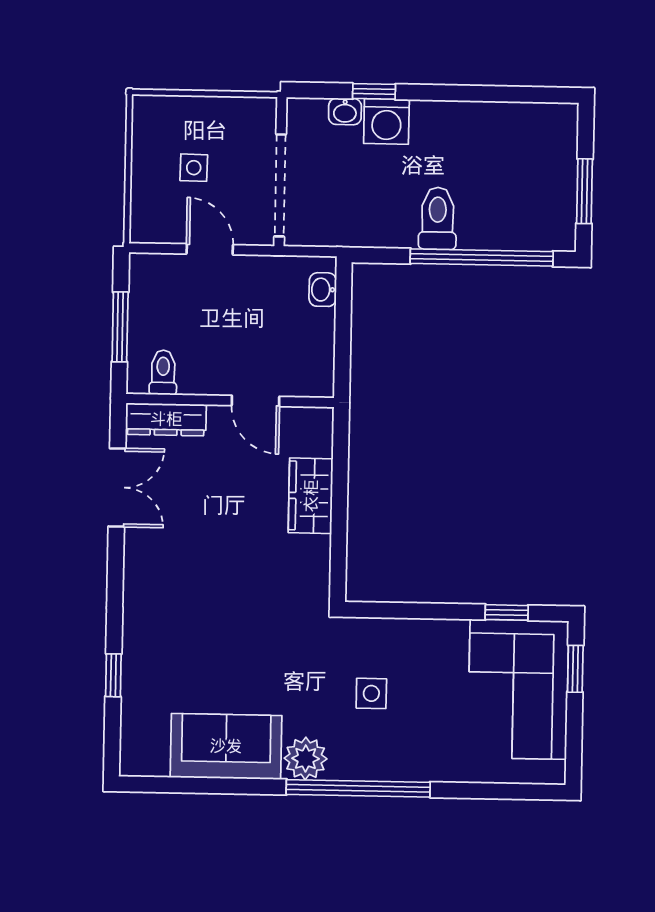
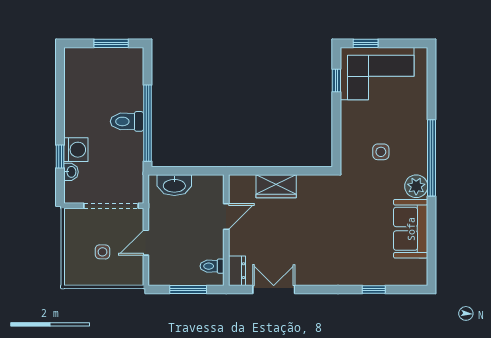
window: (482, 258) -> (147, 123), moved
washbasin: (323, 290) -> (174, 185), width x1.91, depth x1.45
dresser: (166, 419) -> (237, 271), width x0.70

